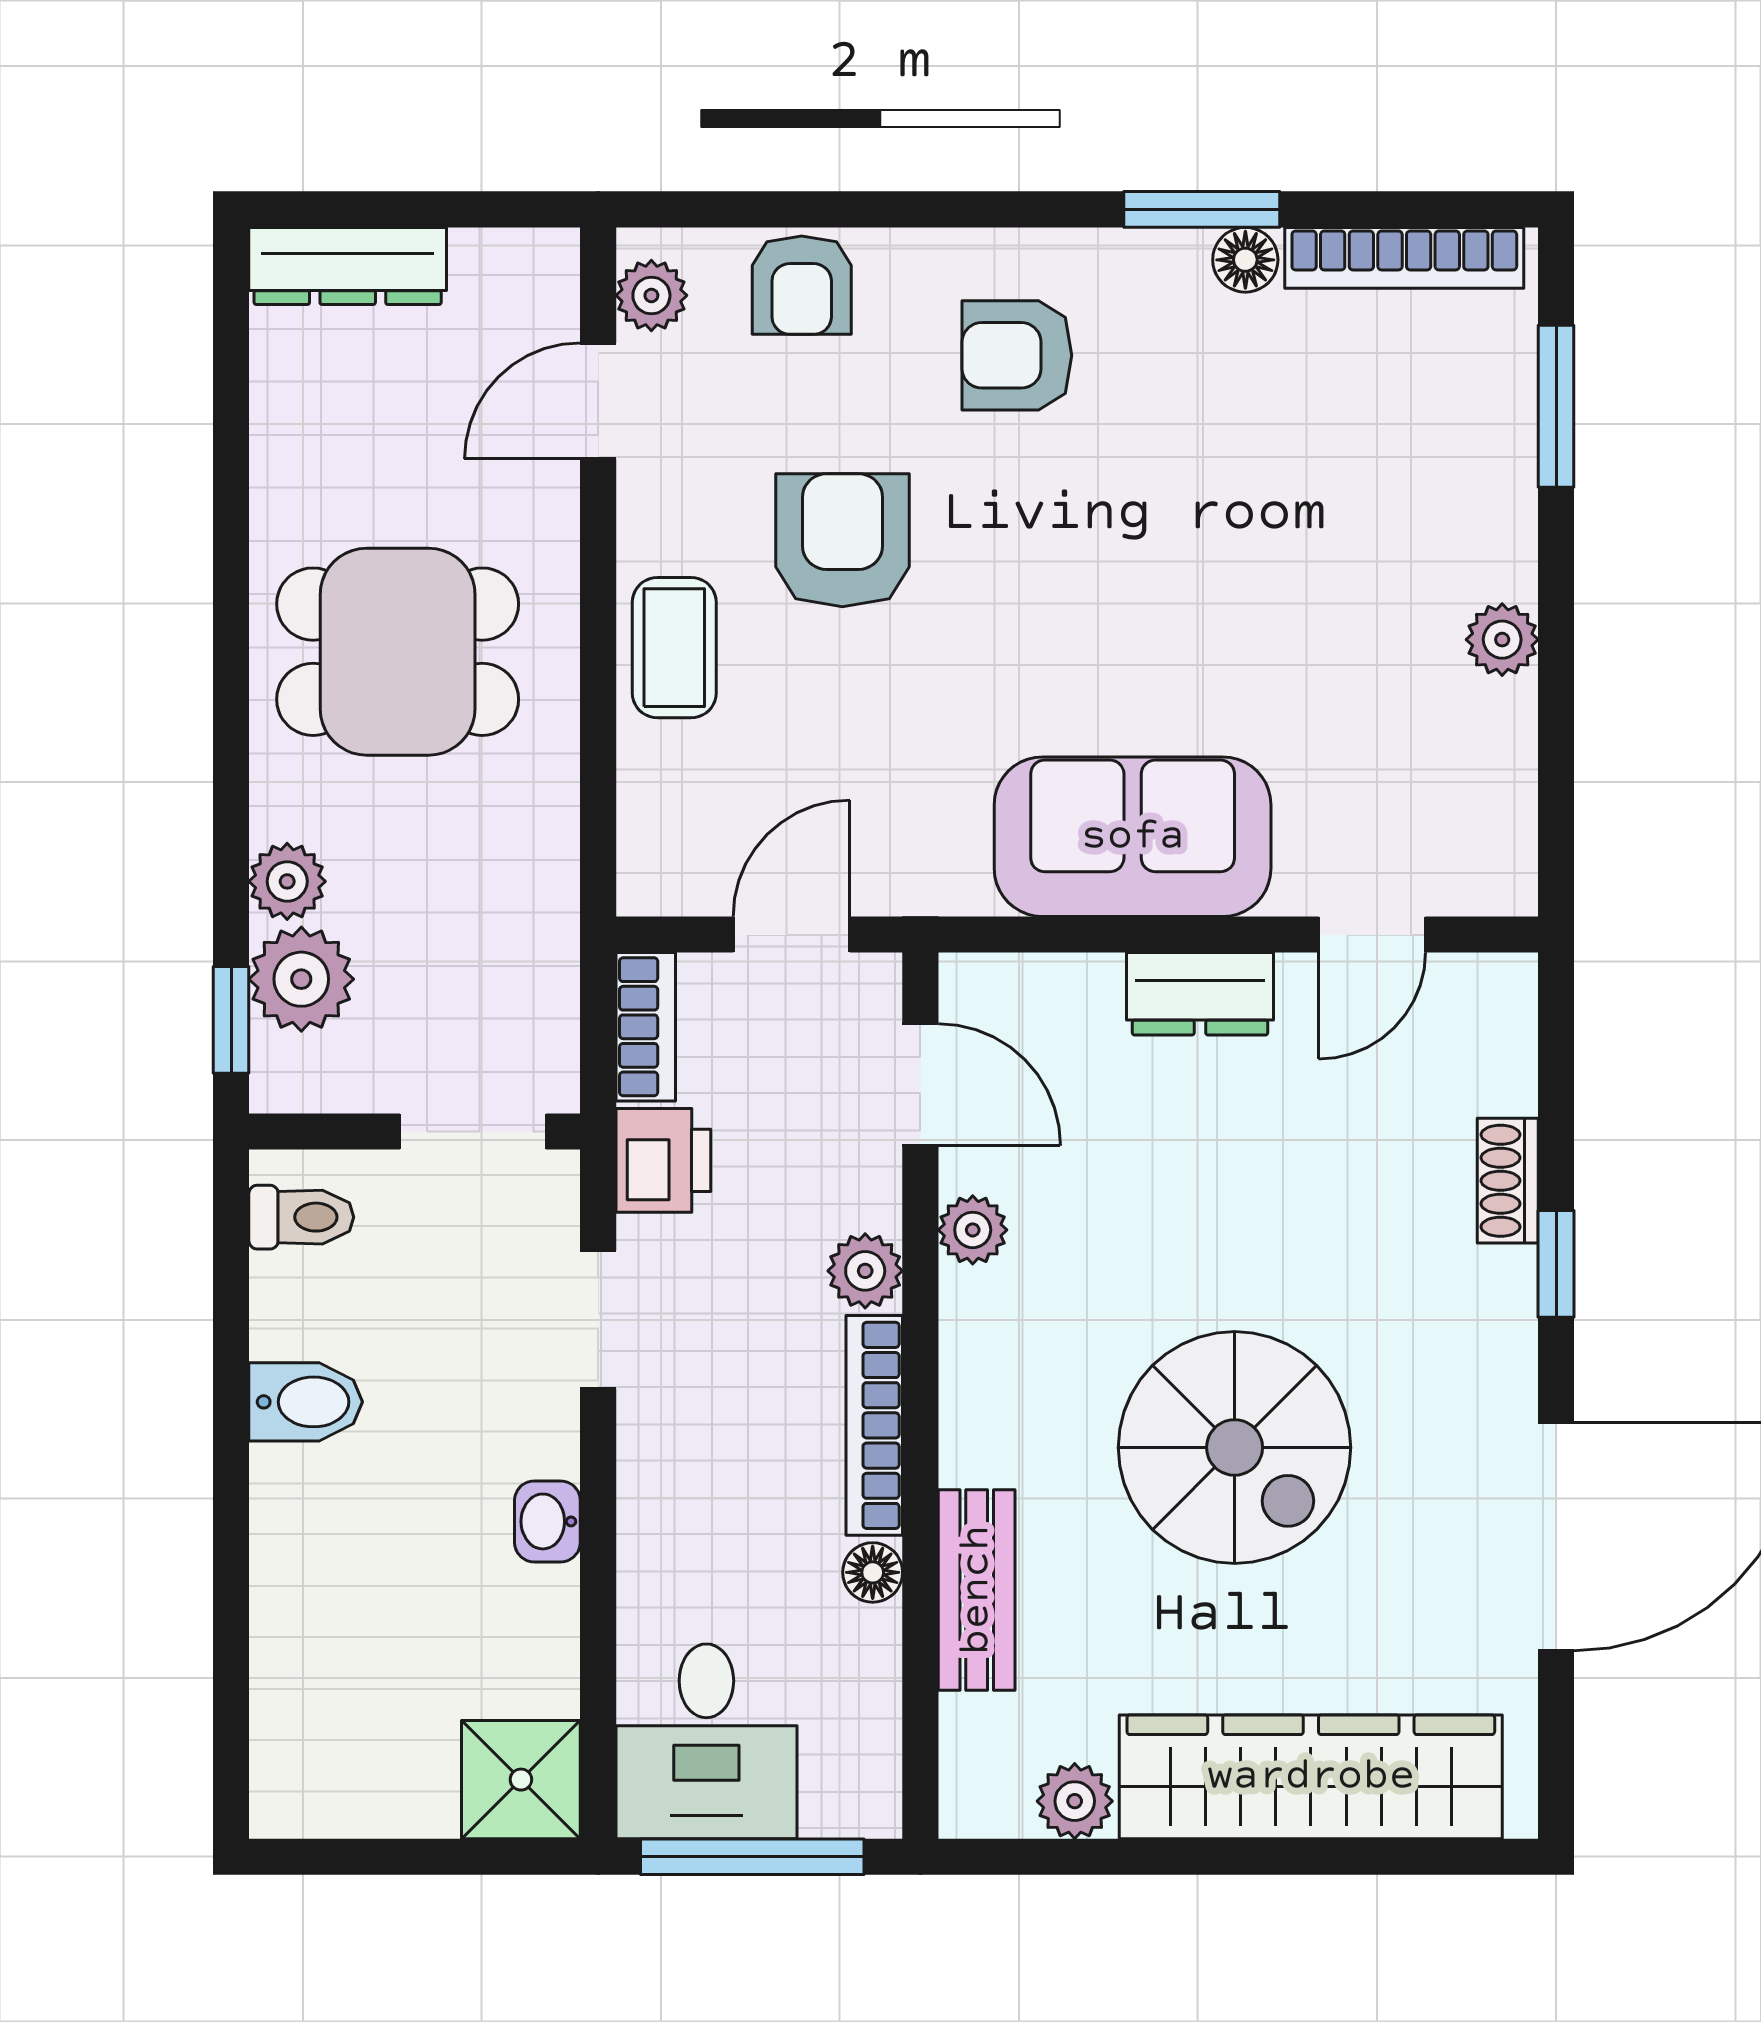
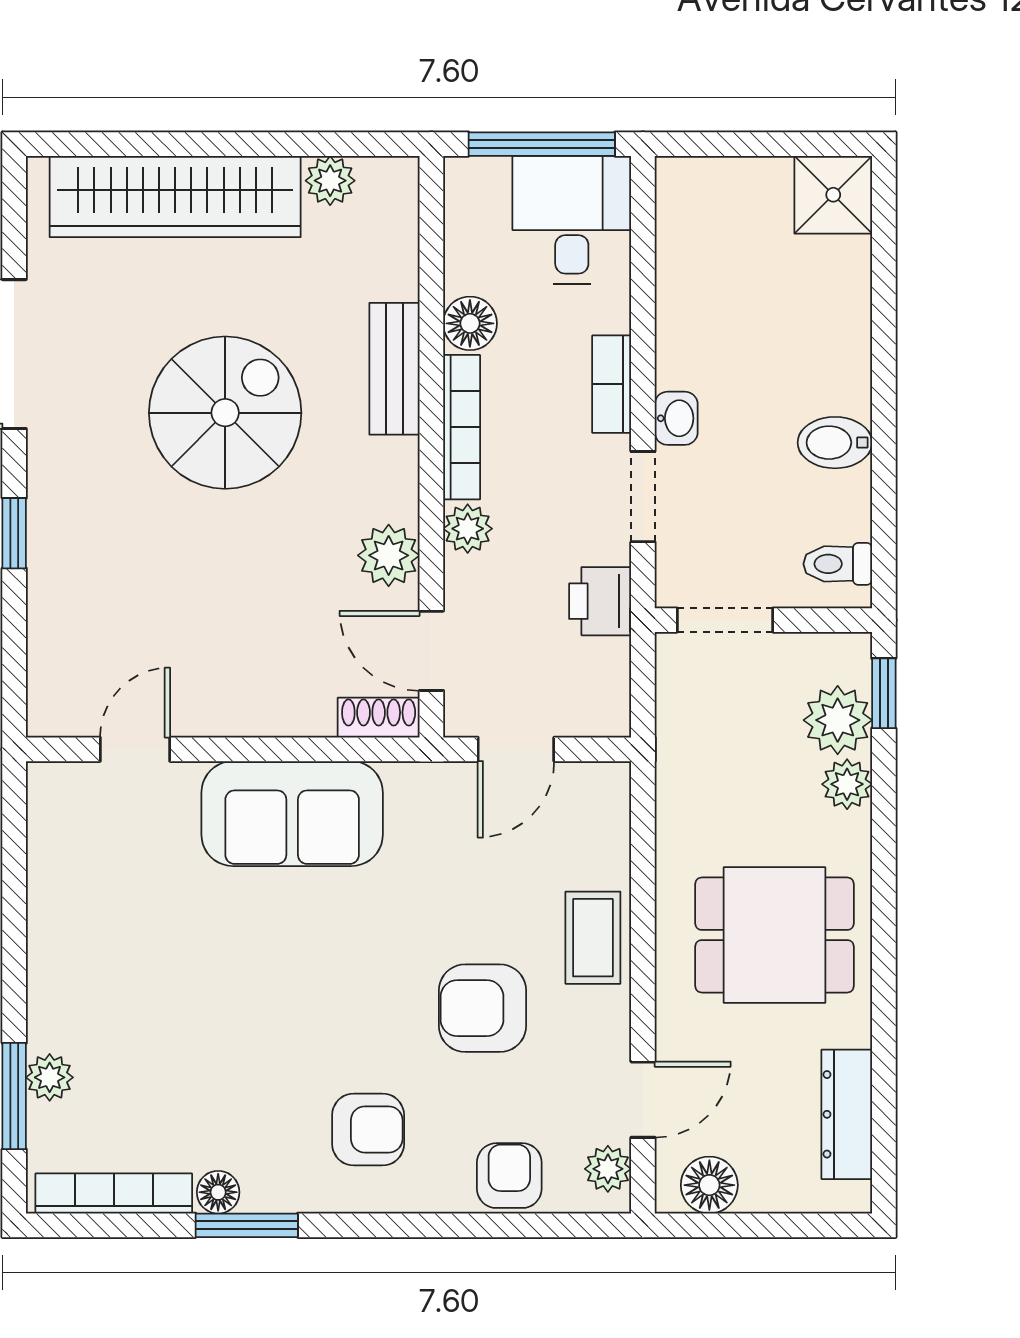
dresser: (348, 266) -> (847, 1114), moved, turned -90
floor lamp: (497, 271) -> (709, 1185), added
armchair: (842, 540) -> (483, 1008), turned 90
plant: (1502, 640) -> (50, 1077), moved
dresser: (1200, 994) -> (248, 710), removed
bookcase: (646, 1027) -> (612, 384), moved
shoe rack: (1508, 1181) -> (379, 718), moved, turned -90
plant: (973, 1230) -> (389, 555), width x1.38, depth x1.38
spiral stairs: (1235, 1447) -> (225, 413), turned 90
washbasin: (547, 1521) -> (676, 418), moved
floor lamp: (873, 1572) -> (470, 323), width x1.37, depth x1.37
bench: (977, 1590) -> (394, 369), moved
shower: (521, 1780) -> (833, 195), moved

